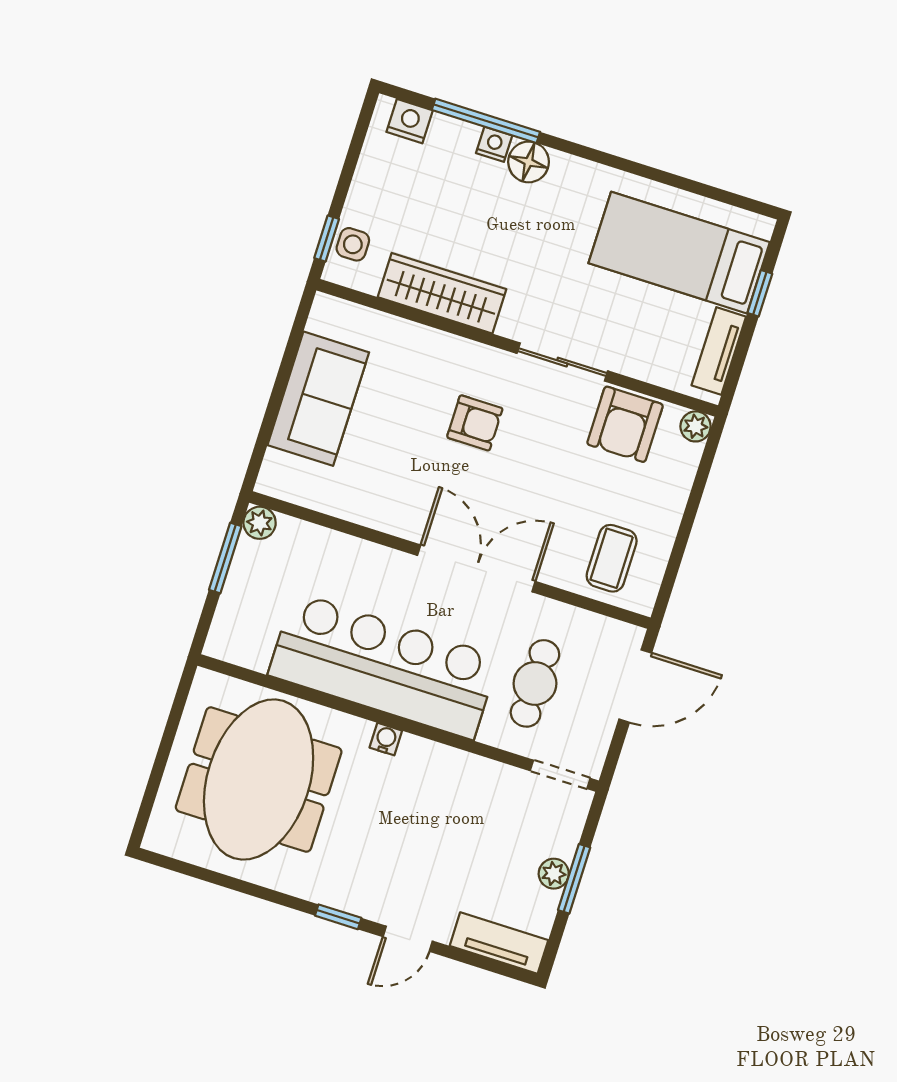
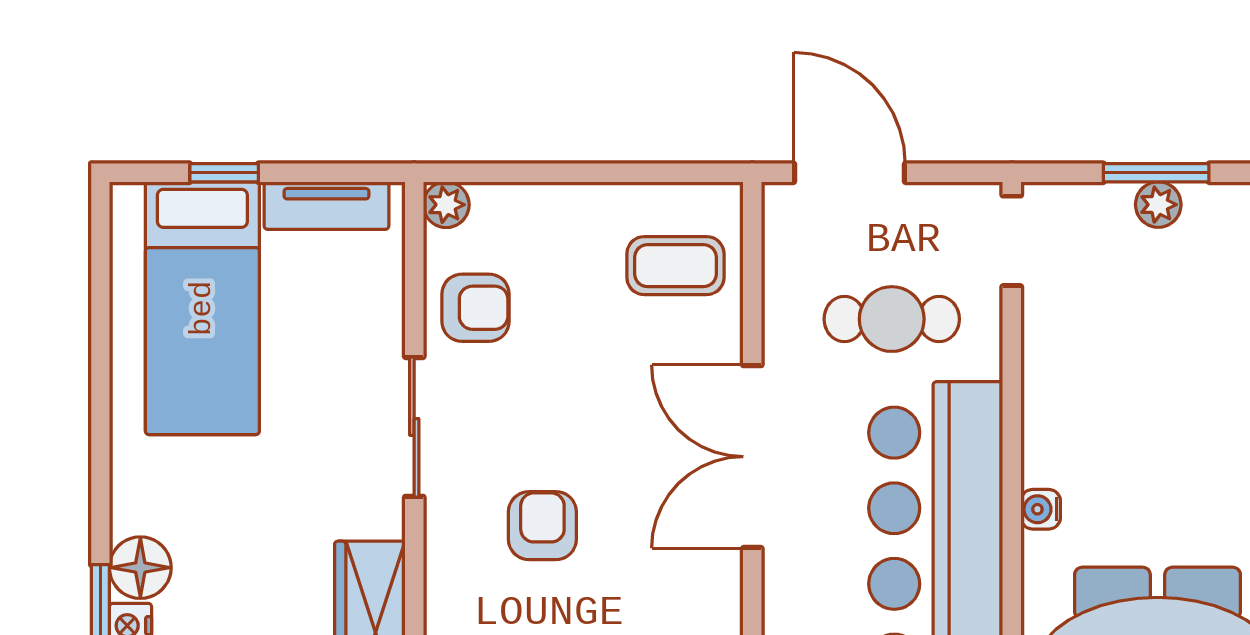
armchair: (625, 424) -> (476, 308), width x0.72, depth x0.72

